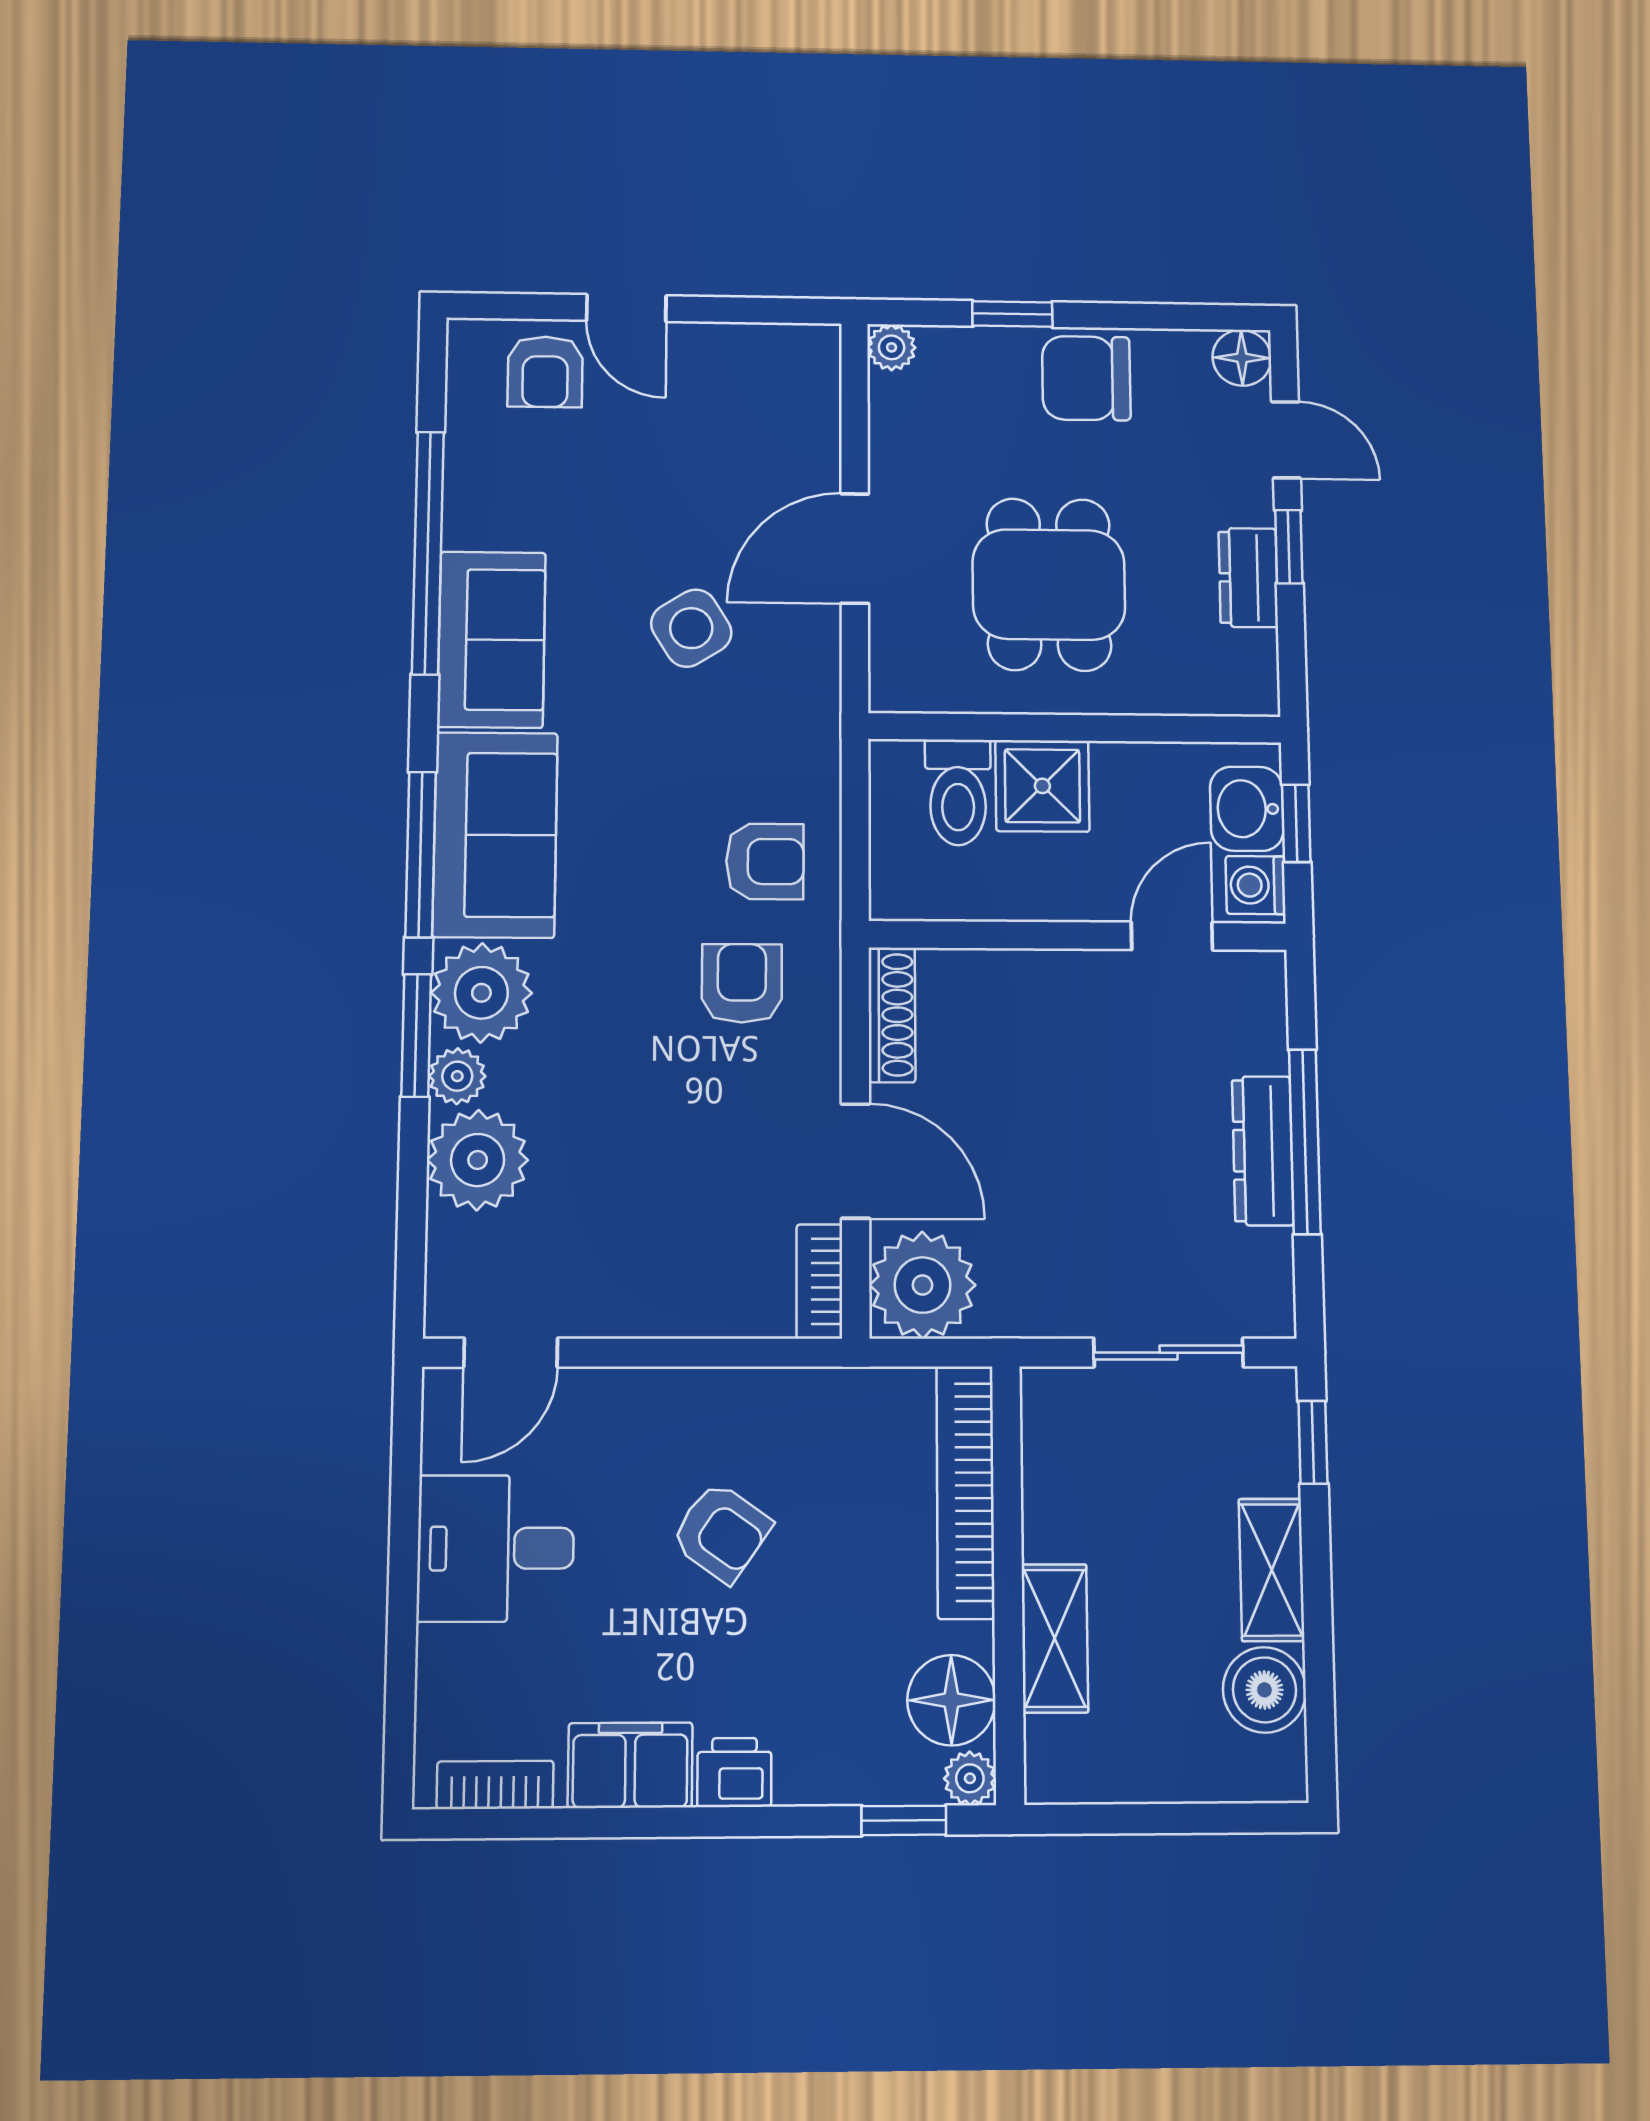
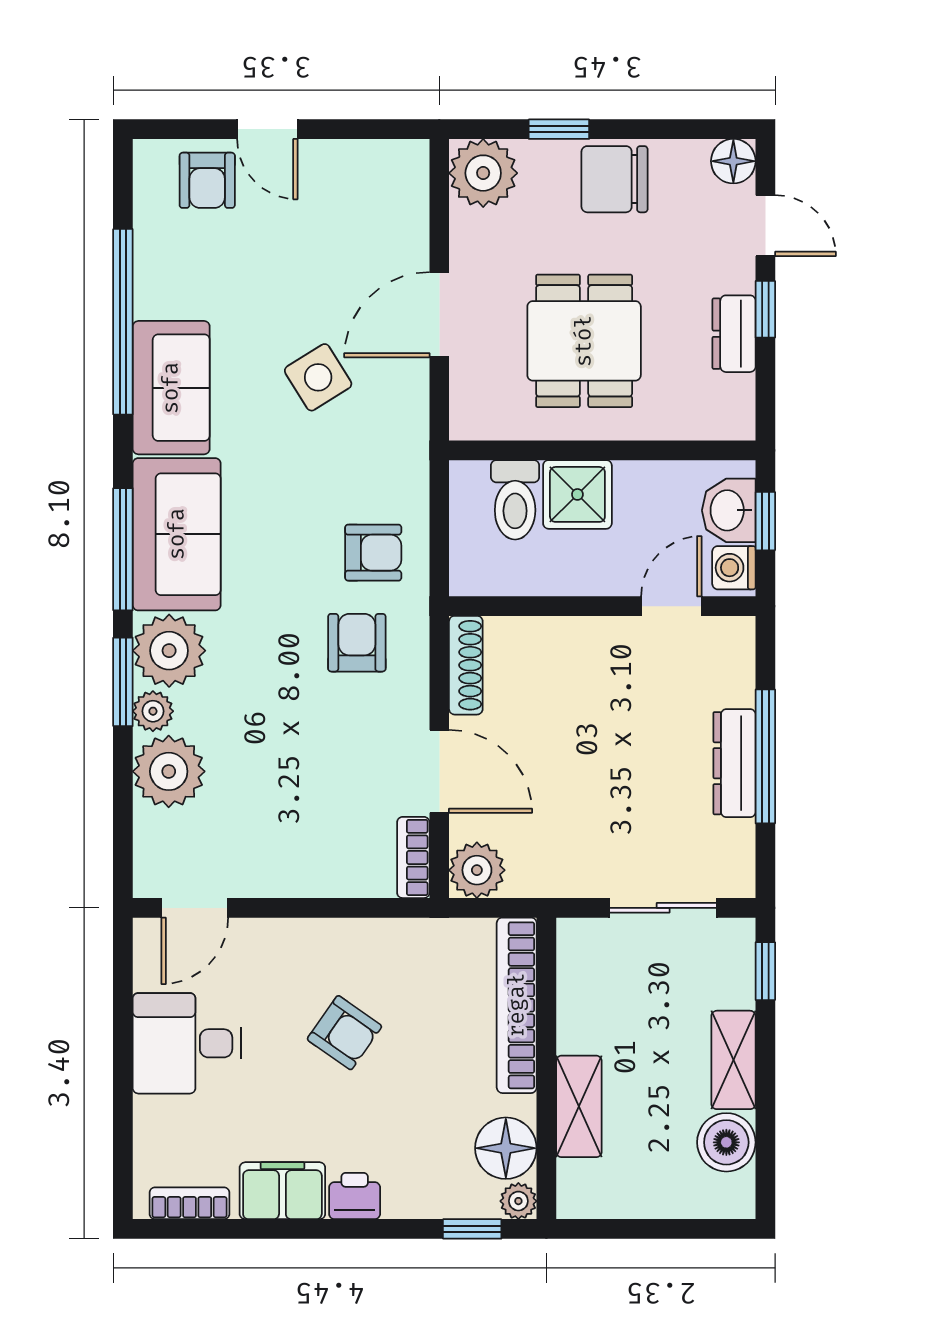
plant: (892, 347) -> (483, 173), width x1.88, depth x1.88
plant: (923, 1285) -> (477, 870), width x0.73, depth x0.73

